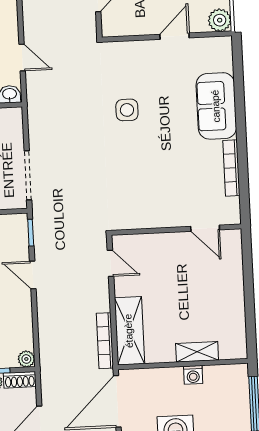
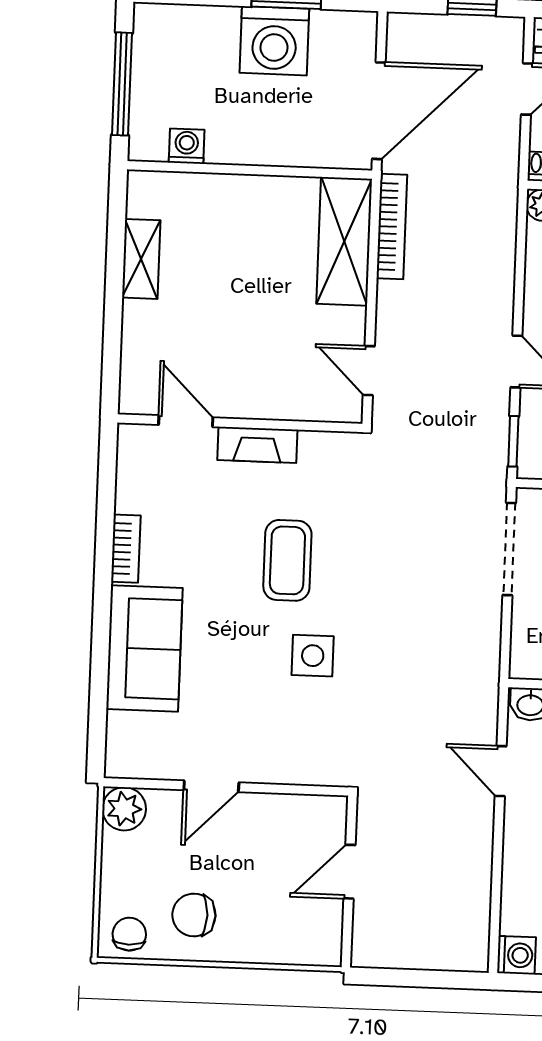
coffee table: (145, 159) -> (287, 560), added
bookcase: (231, 168) -> (126, 549), width x0.64
fireplace: (166, 219) -> (257, 445), added
shelving: (197, 352) -> (141, 259), moved, turned 90
washing machine: (193, 375) -> (187, 146), moved

